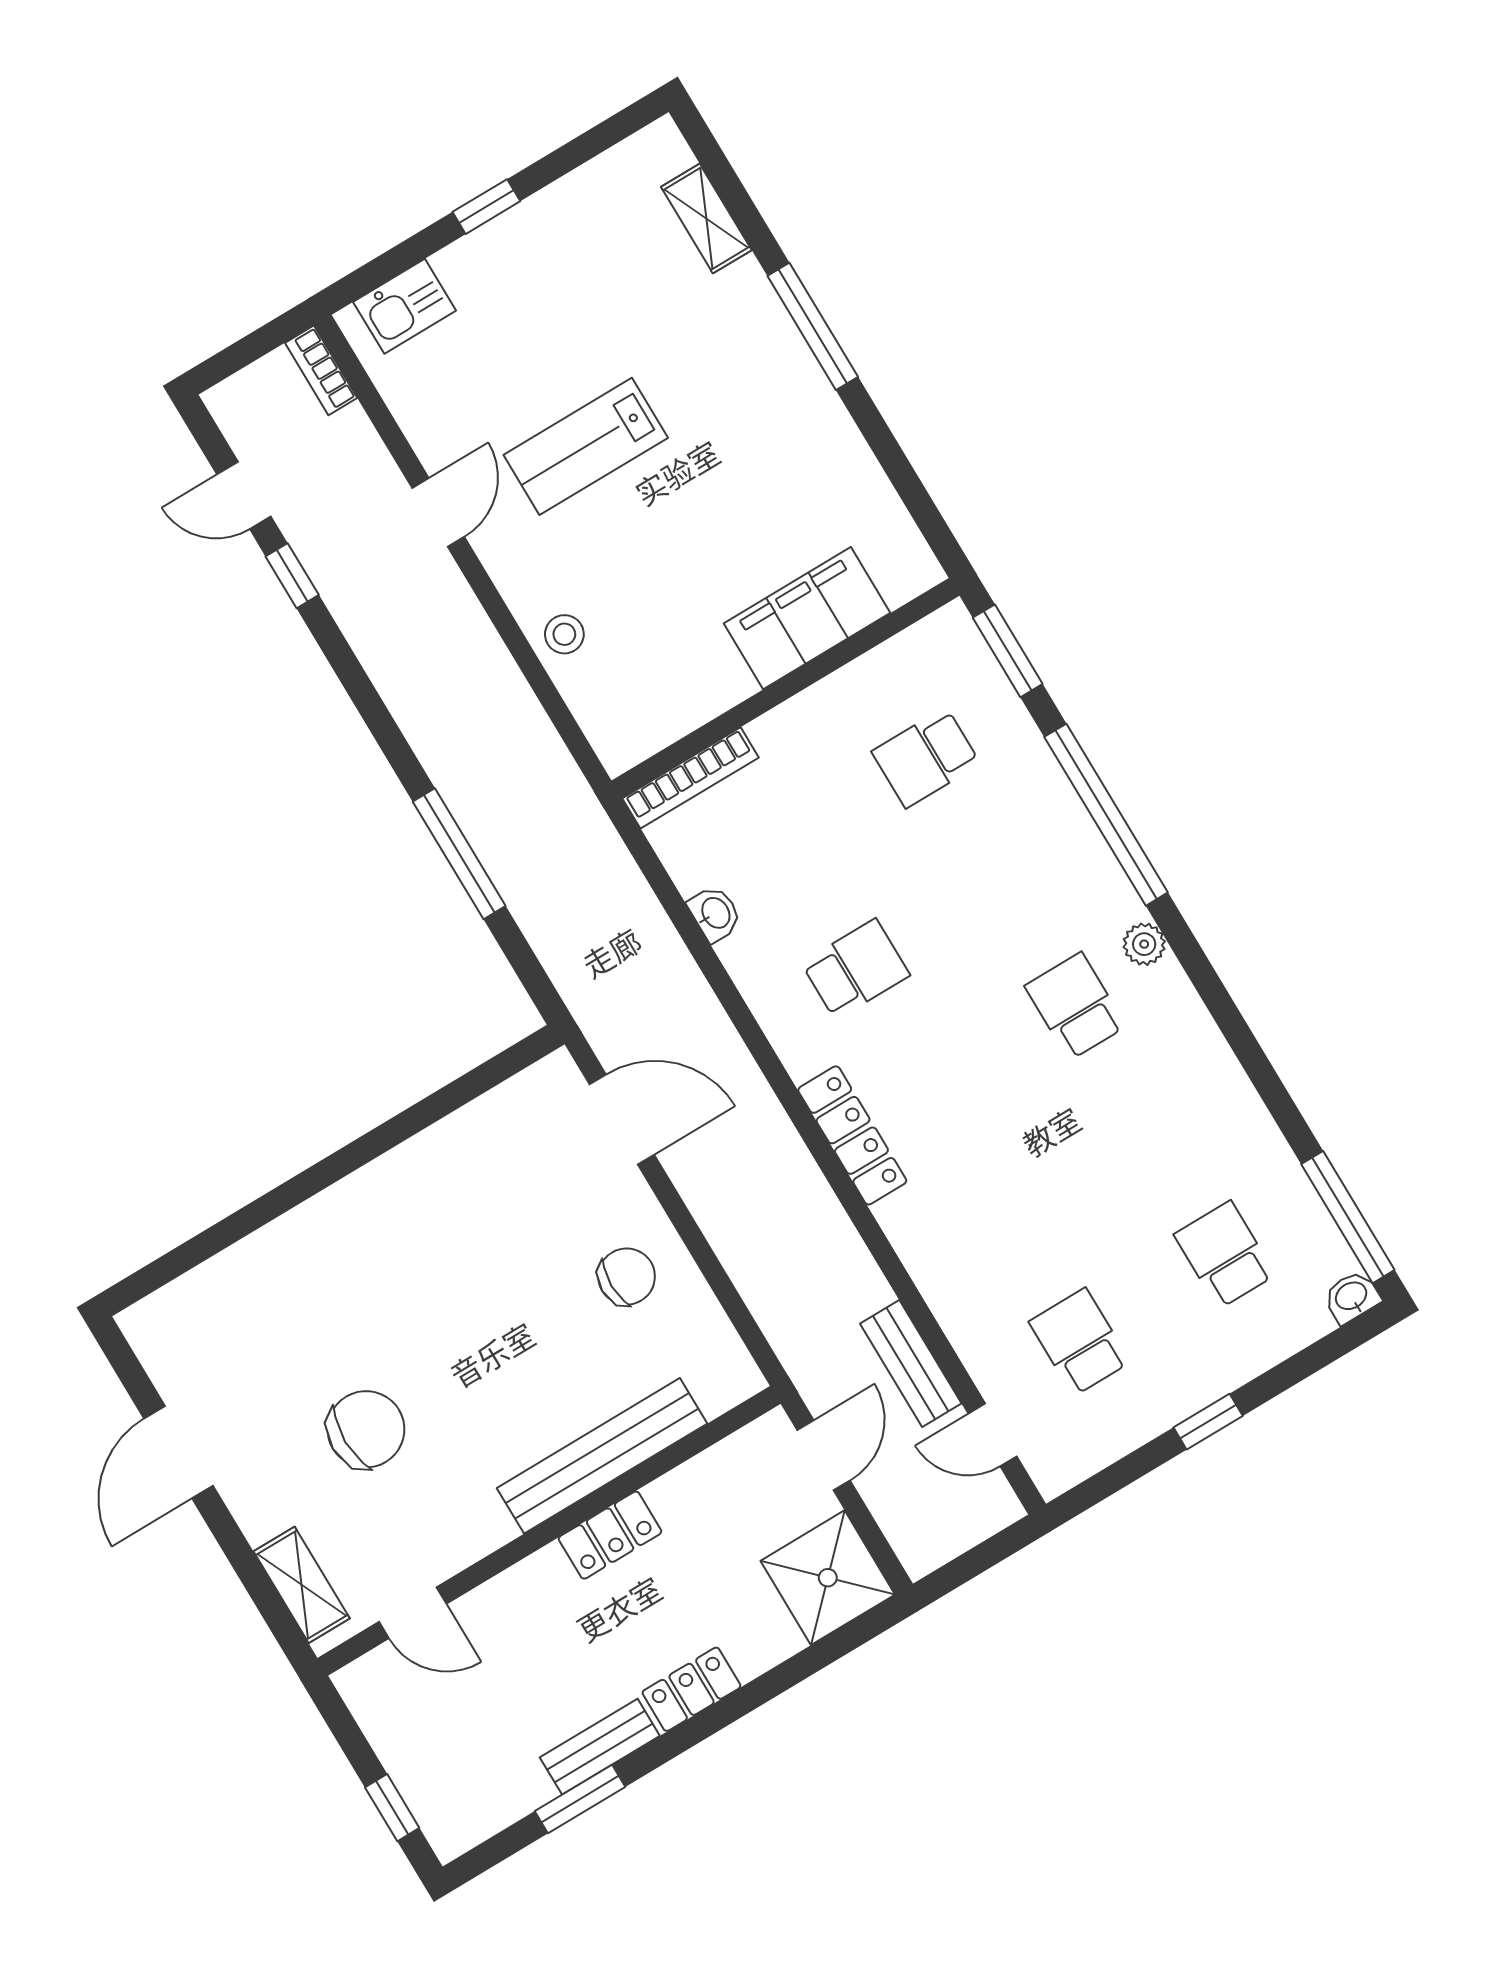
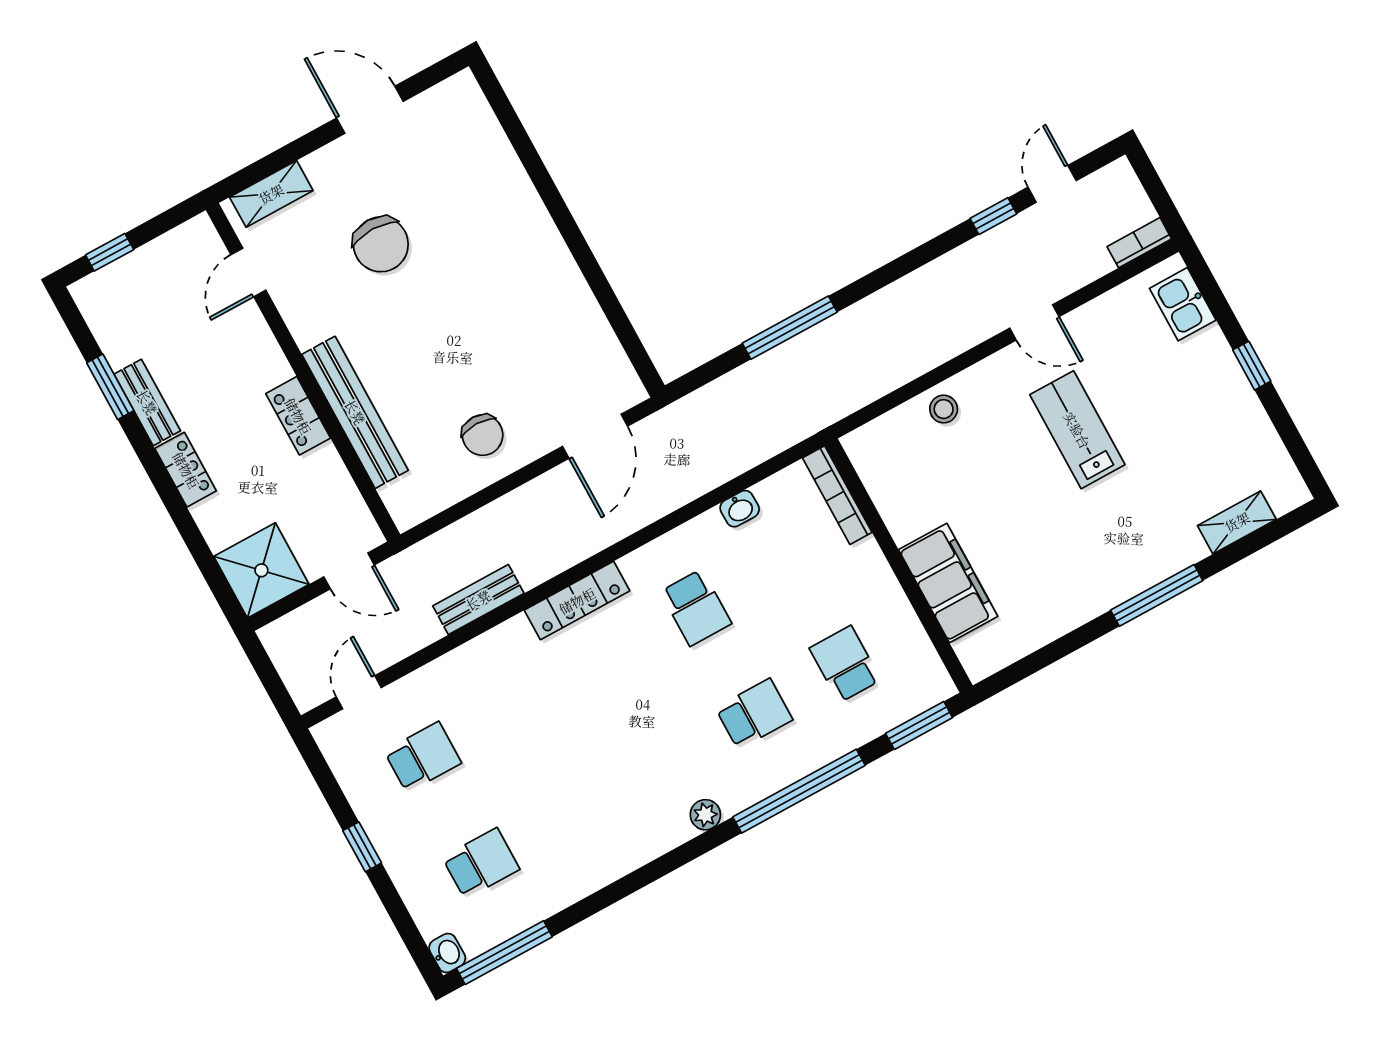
school desk: (1075, 1006) -> (754, 714), moved
bench: (911, 1363) -> (478, 600), moved

